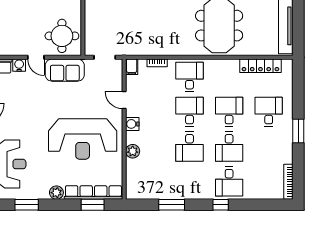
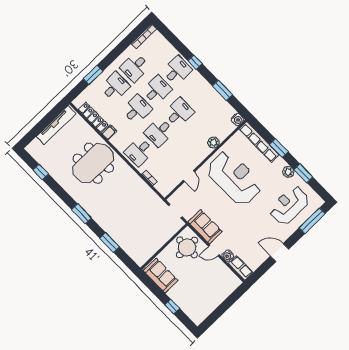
door: (36, 57) -> (214, 251), swing flipped
filing cabinet: (132, 67) -> (109, 132), moved
desk: (229, 112) -> (137, 109), turned 180
desk: (269, 112) -> (115, 87), turned 180
water cooler: (132, 124) -> (238, 119), moved
window: (298, 131) -> (93, 75), moved
desk: (269, 147) -> (135, 67), added
plant: (56, 193) -> (288, 172), moved
window: (93, 205) -> (279, 148), moved

